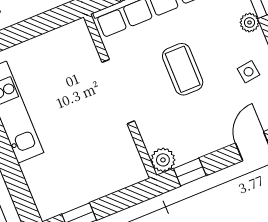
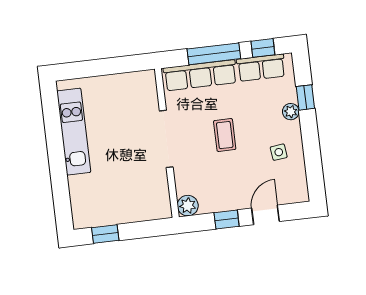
coffee table: (183, 69) -> (225, 135), width x0.73, depth x0.77
window: (190, 172) -> (227, 220), moved

